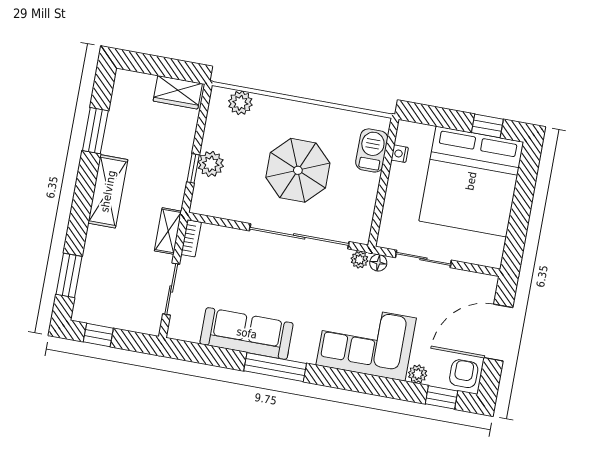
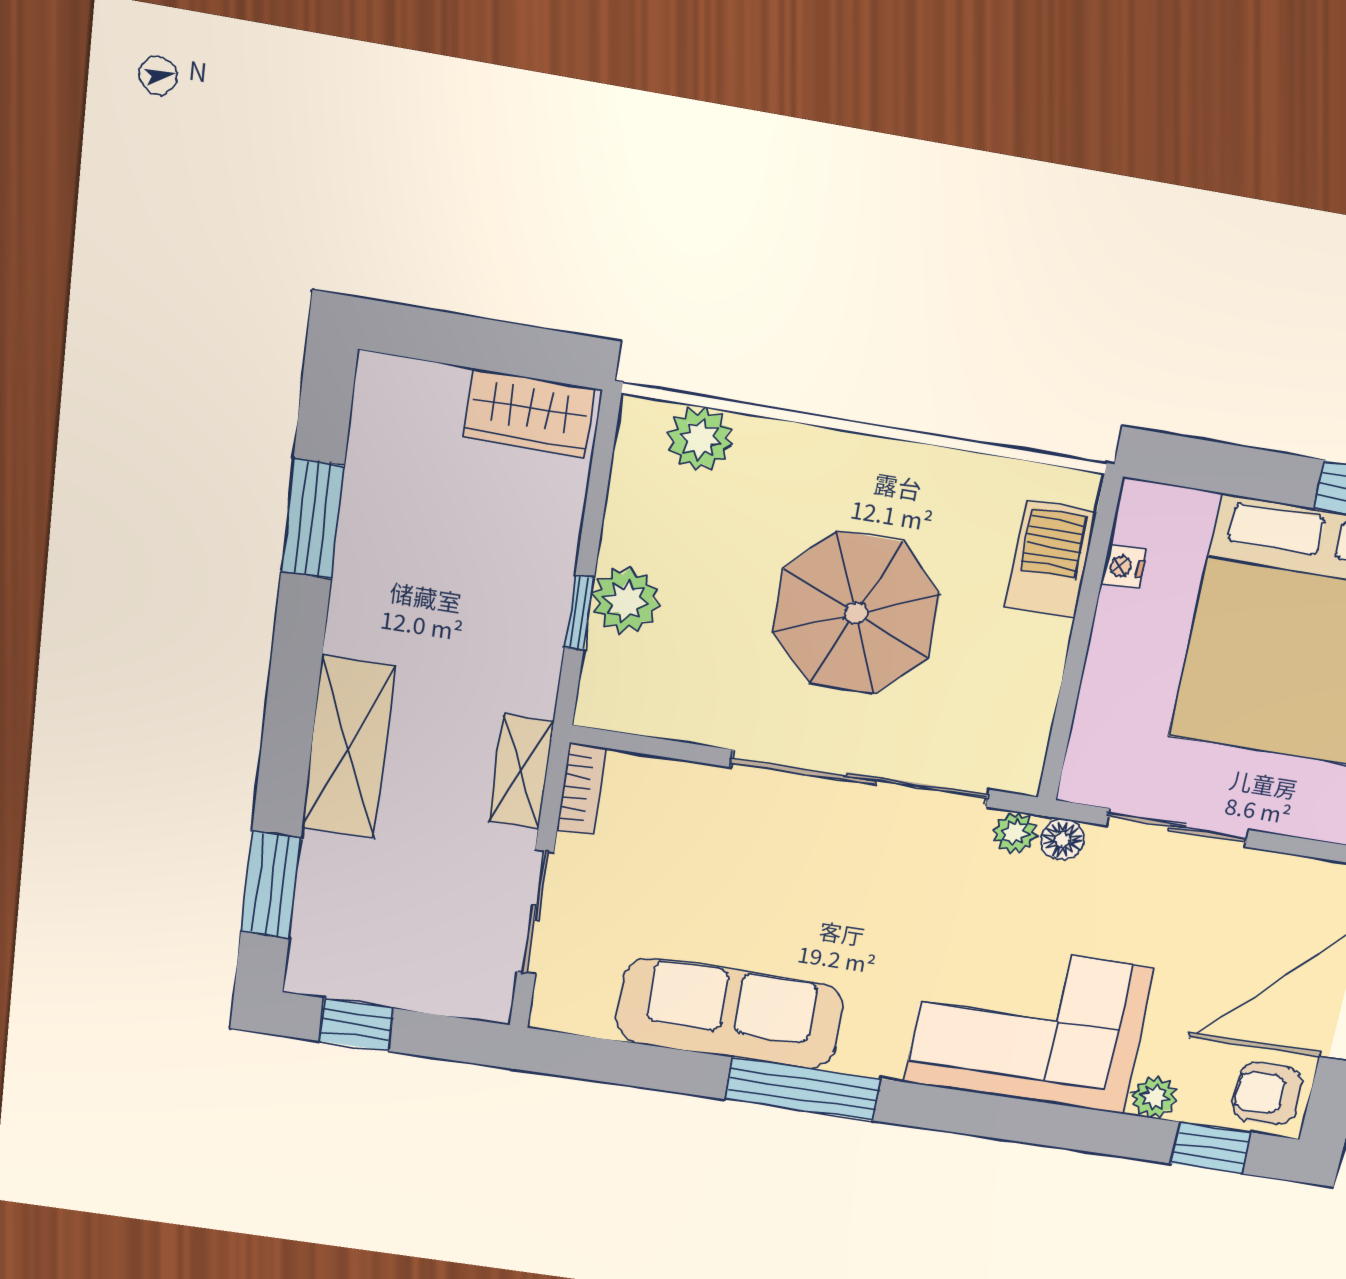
shelving: (108, 191) -> (348, 747), moved
armchair: (464, 374) -> (1267, 1094), turned -90

